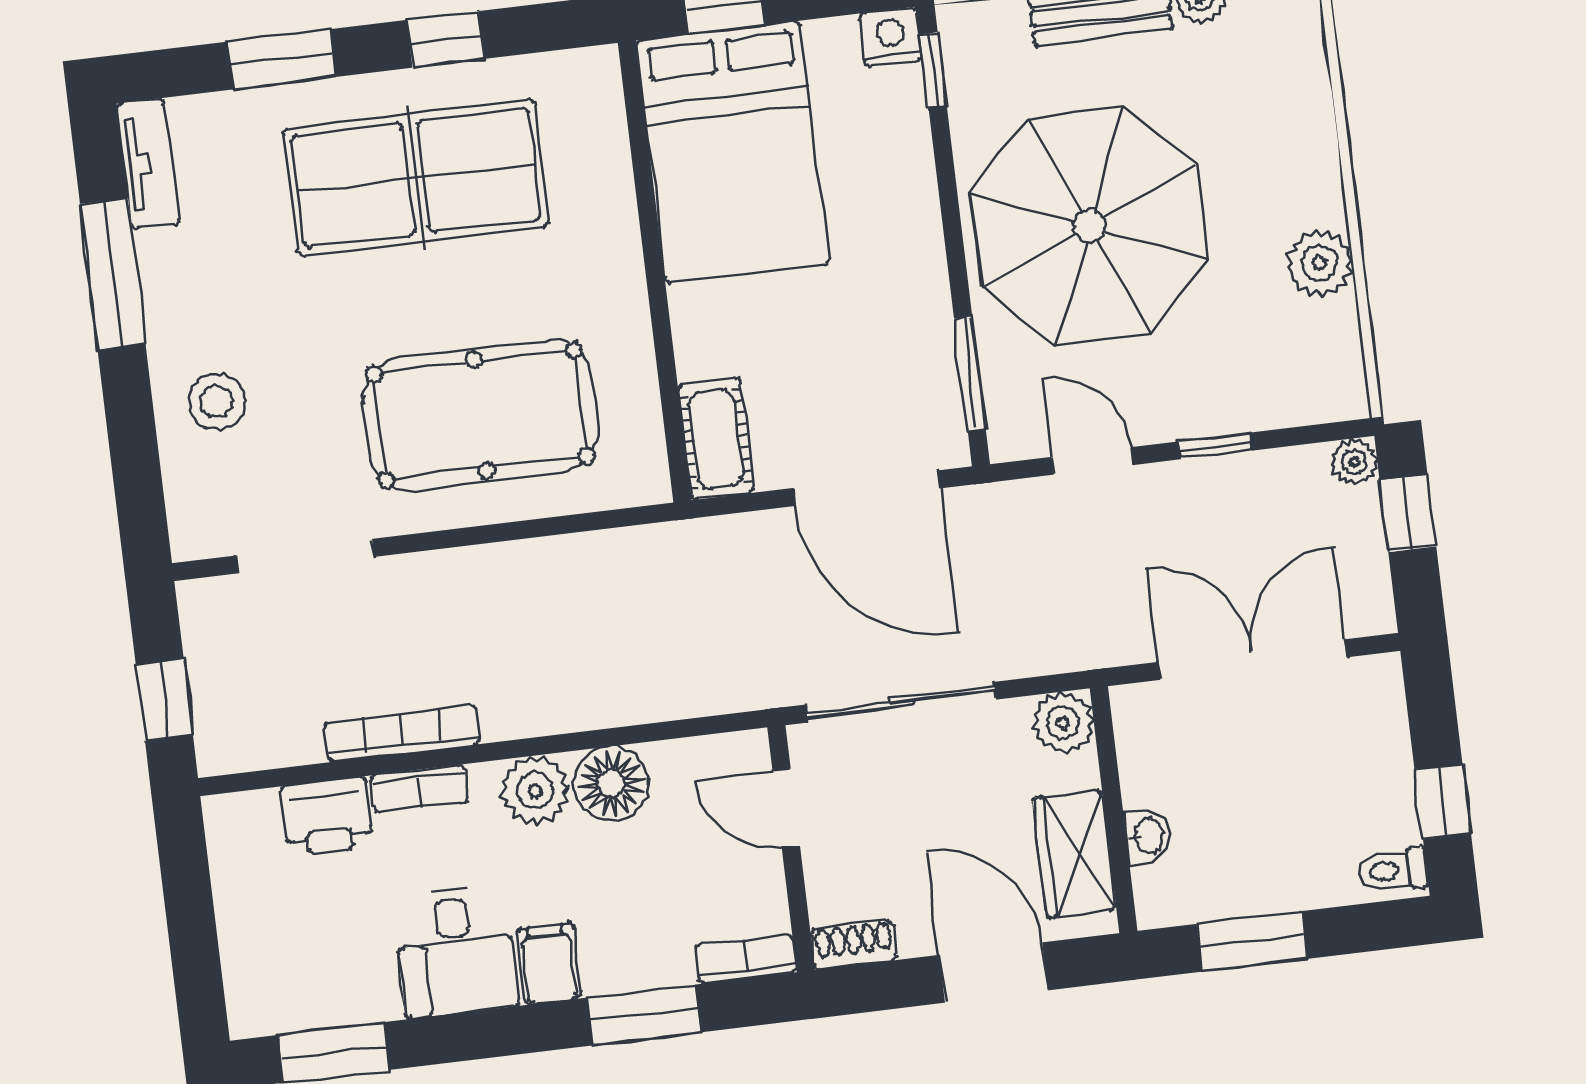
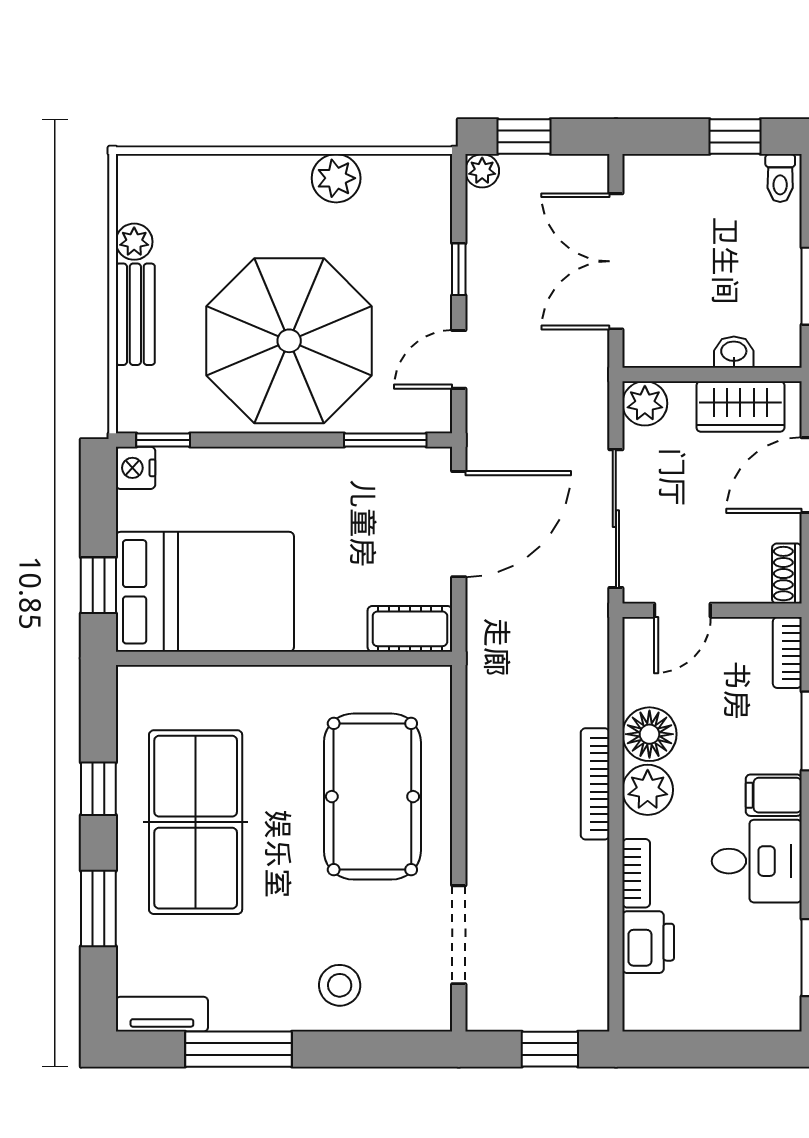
bookcase: (402, 734) -> (595, 784), moved

